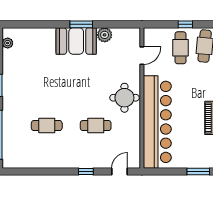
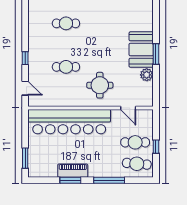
round table: (124, 98) -> (100, 85), moved
cafe table: (47, 126) -> (66, 23), turned 90
cafe table: (96, 126) -> (66, 67), turned 90

